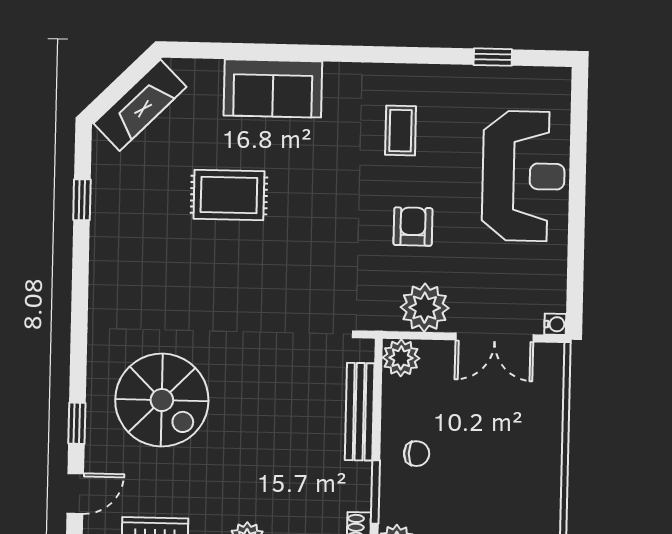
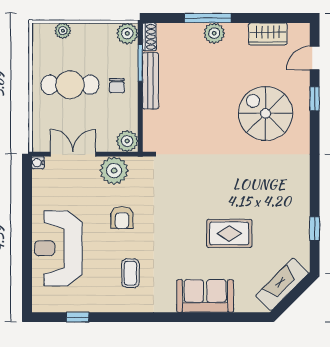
bench: (360, 412) -> (150, 81), moved
chair: (417, 454) -> (117, 86), turned -90
cafe table: (497, 457) -> (70, 85), added

